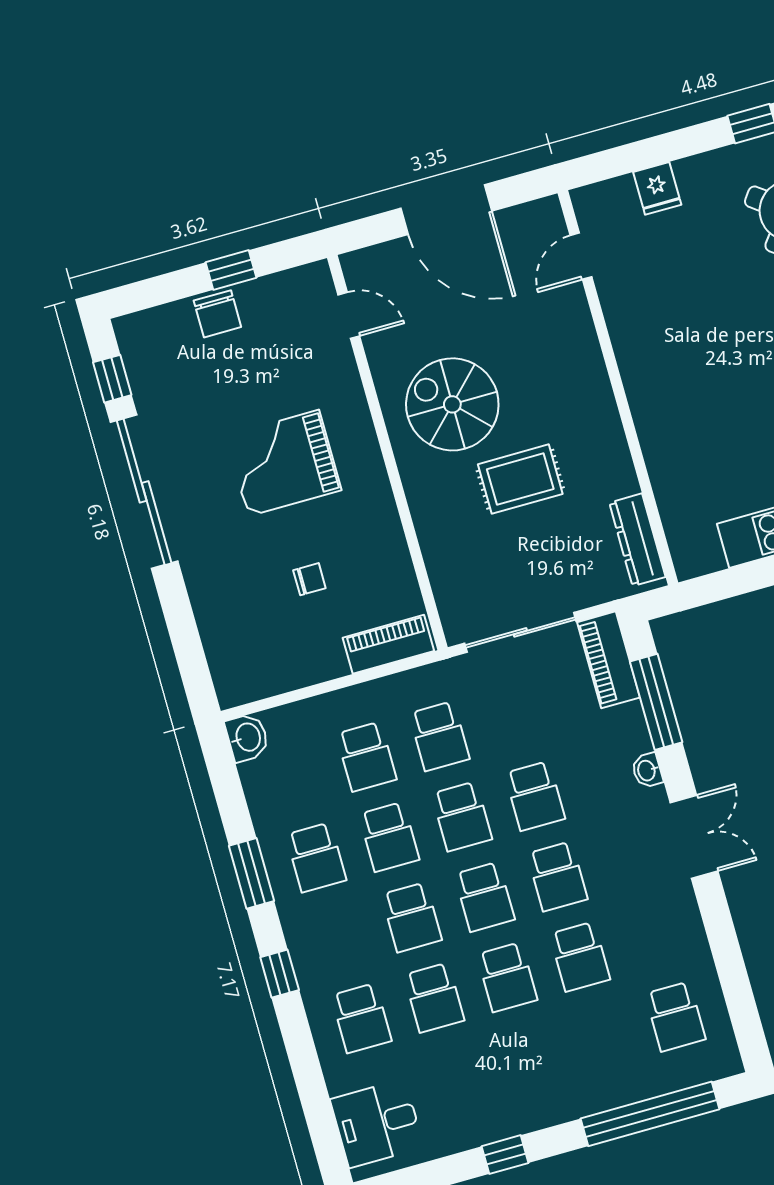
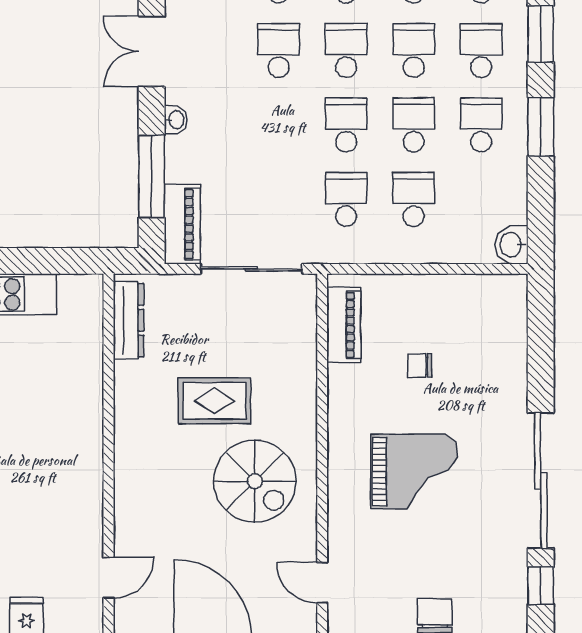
piano: (388, 644) -> (344, 325), moved, turned -90
school desk: (535, 796) -> (481, 50), moved
window: (280, 974) -> (541, 34), width x1.50

